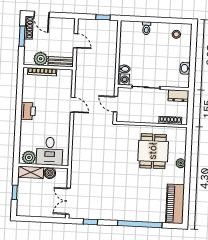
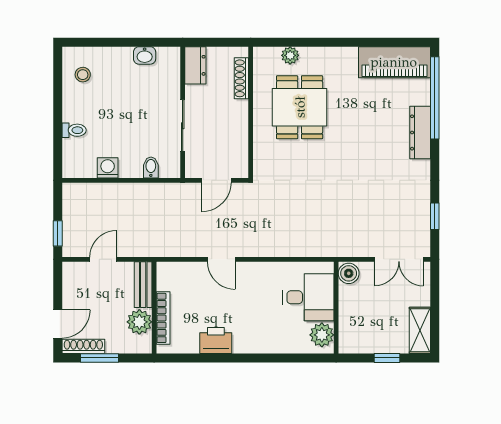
window: (103, 17) -> (58, 233), moved
washing machine: (123, 79) -> (108, 168), moved
door: (72, 105) -> (221, 259), swing flipped
printer: (28, 111) -> (216, 340), moved
dining table: (153, 151) -> (300, 107), turned 90
plant: (181, 163) -> (290, 55), moved
shelving: (31, 172) -> (420, 330), moved
boiler: (50, 173) -> (349, 273), moved
dresser: (136, 216) -> (420, 132), added
window: (140, 224) -> (435, 98), moved

